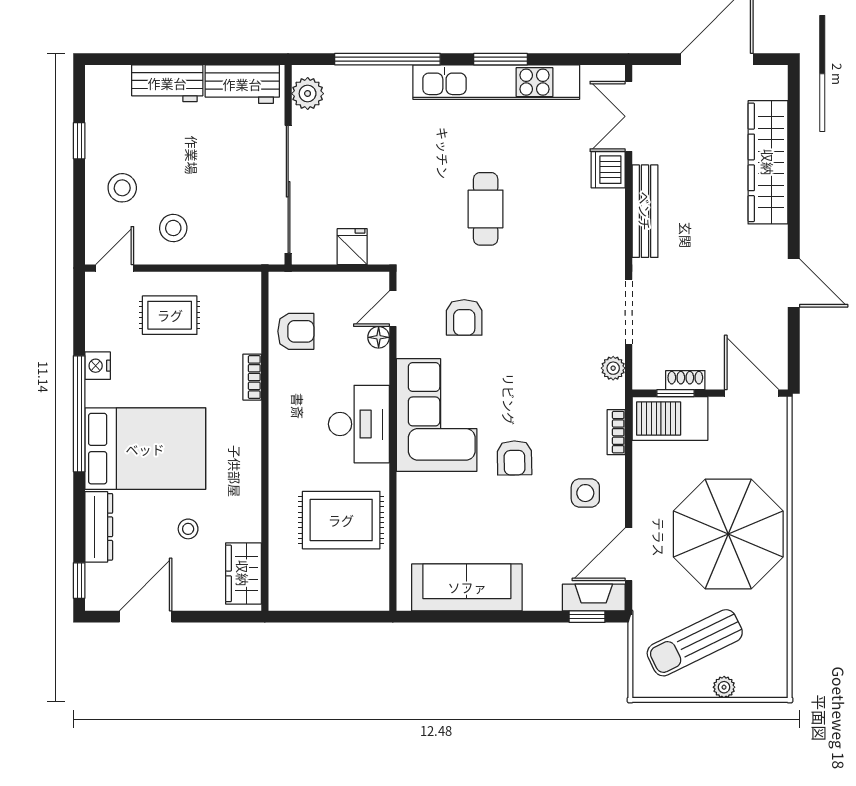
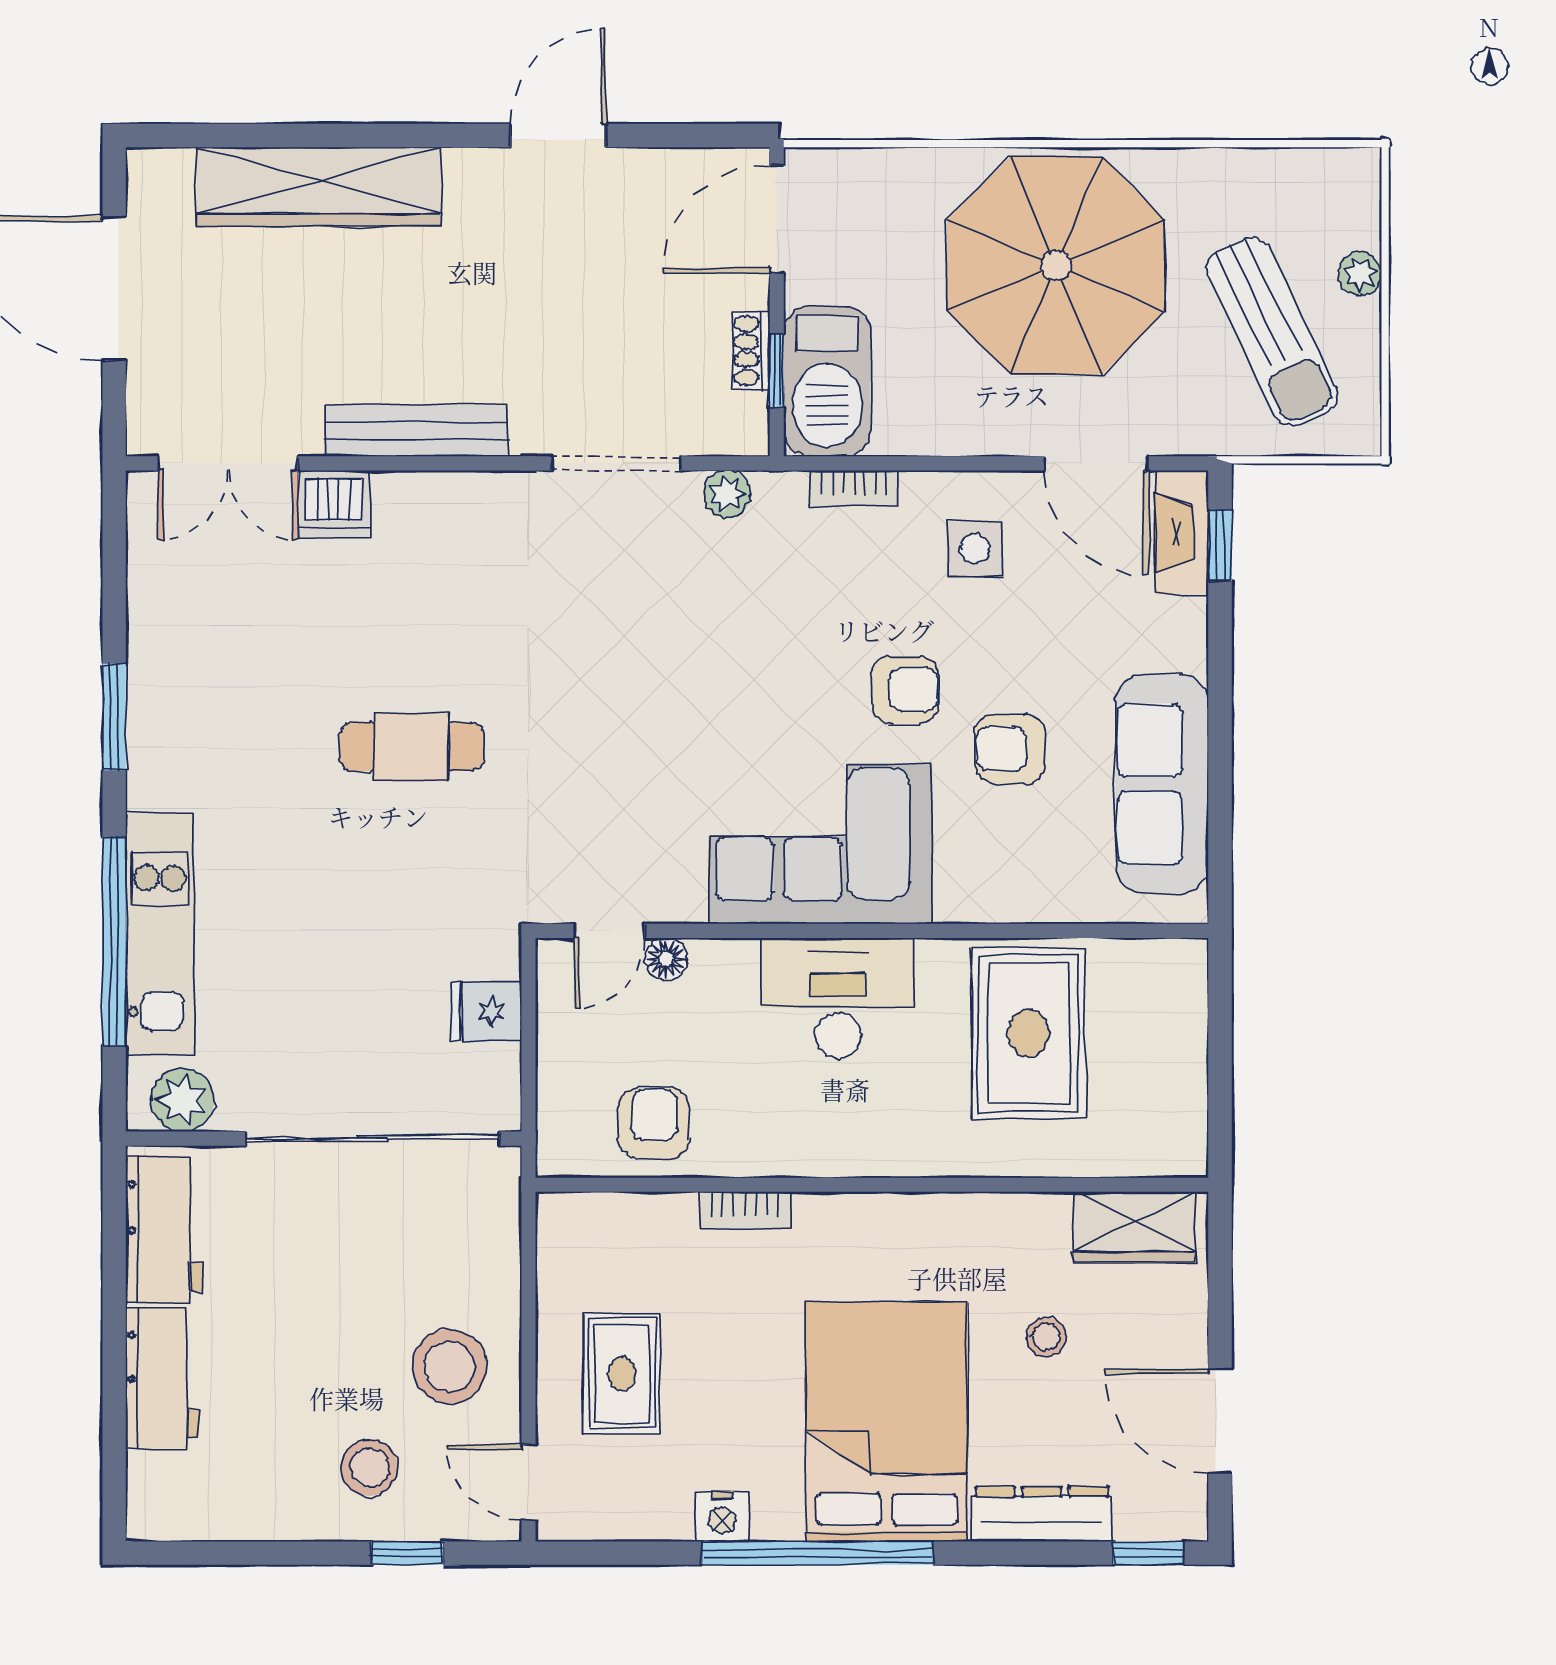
kitchen unit: (496, 82) -> (160, 934), moved, width x0.73
window: (79, 141) -> (407, 1553), moved
stool: (173, 228) -> (449, 1366), width x1.38, depth x1.38
door: (393, 309) -> (609, 931), hinge flipped
armchair: (464, 317) -> (1010, 749), moved, turned 180

